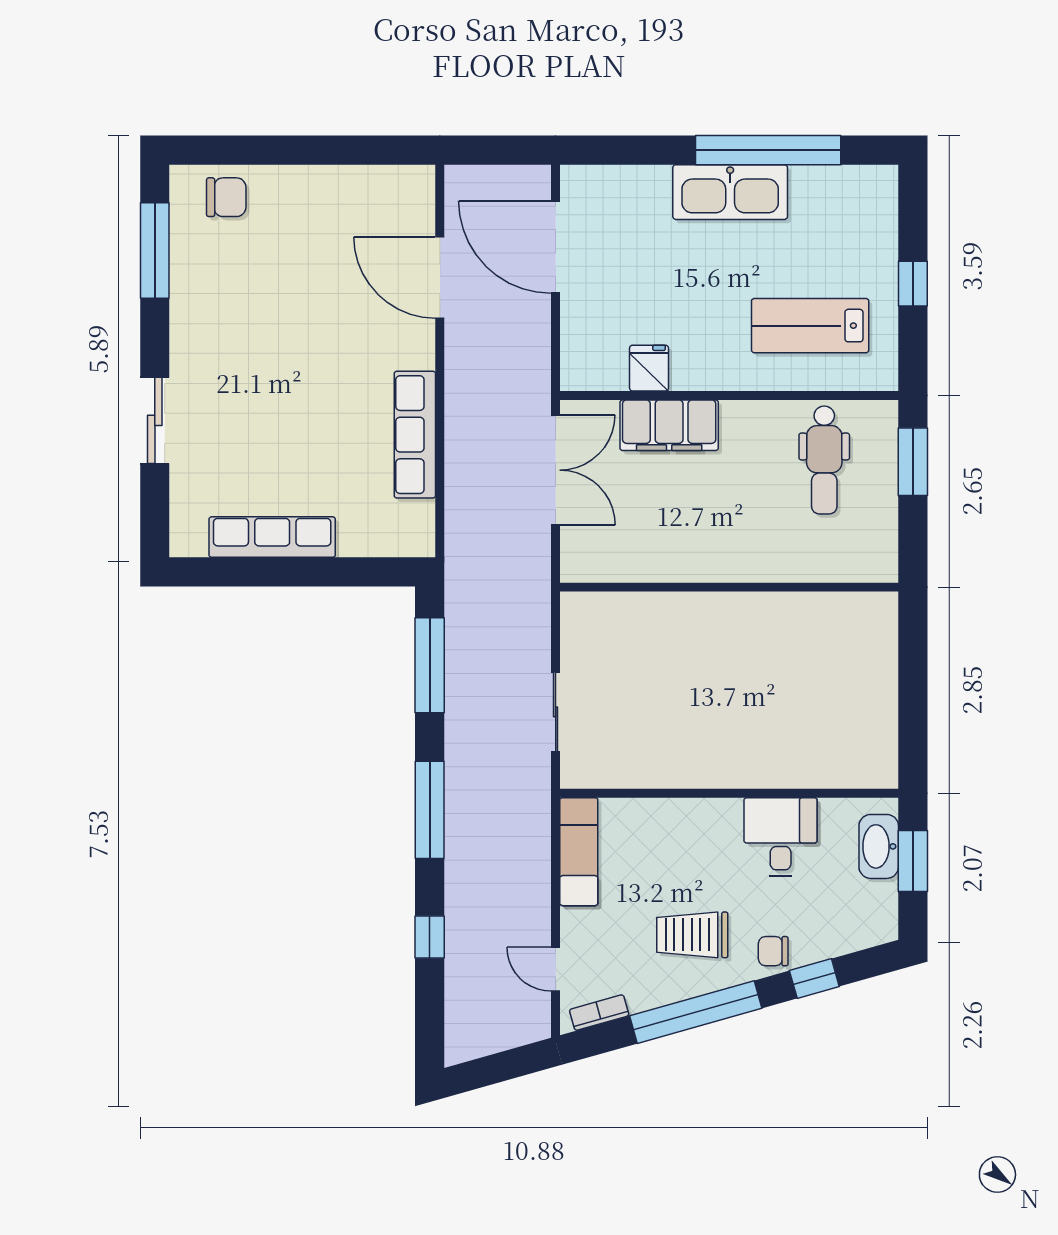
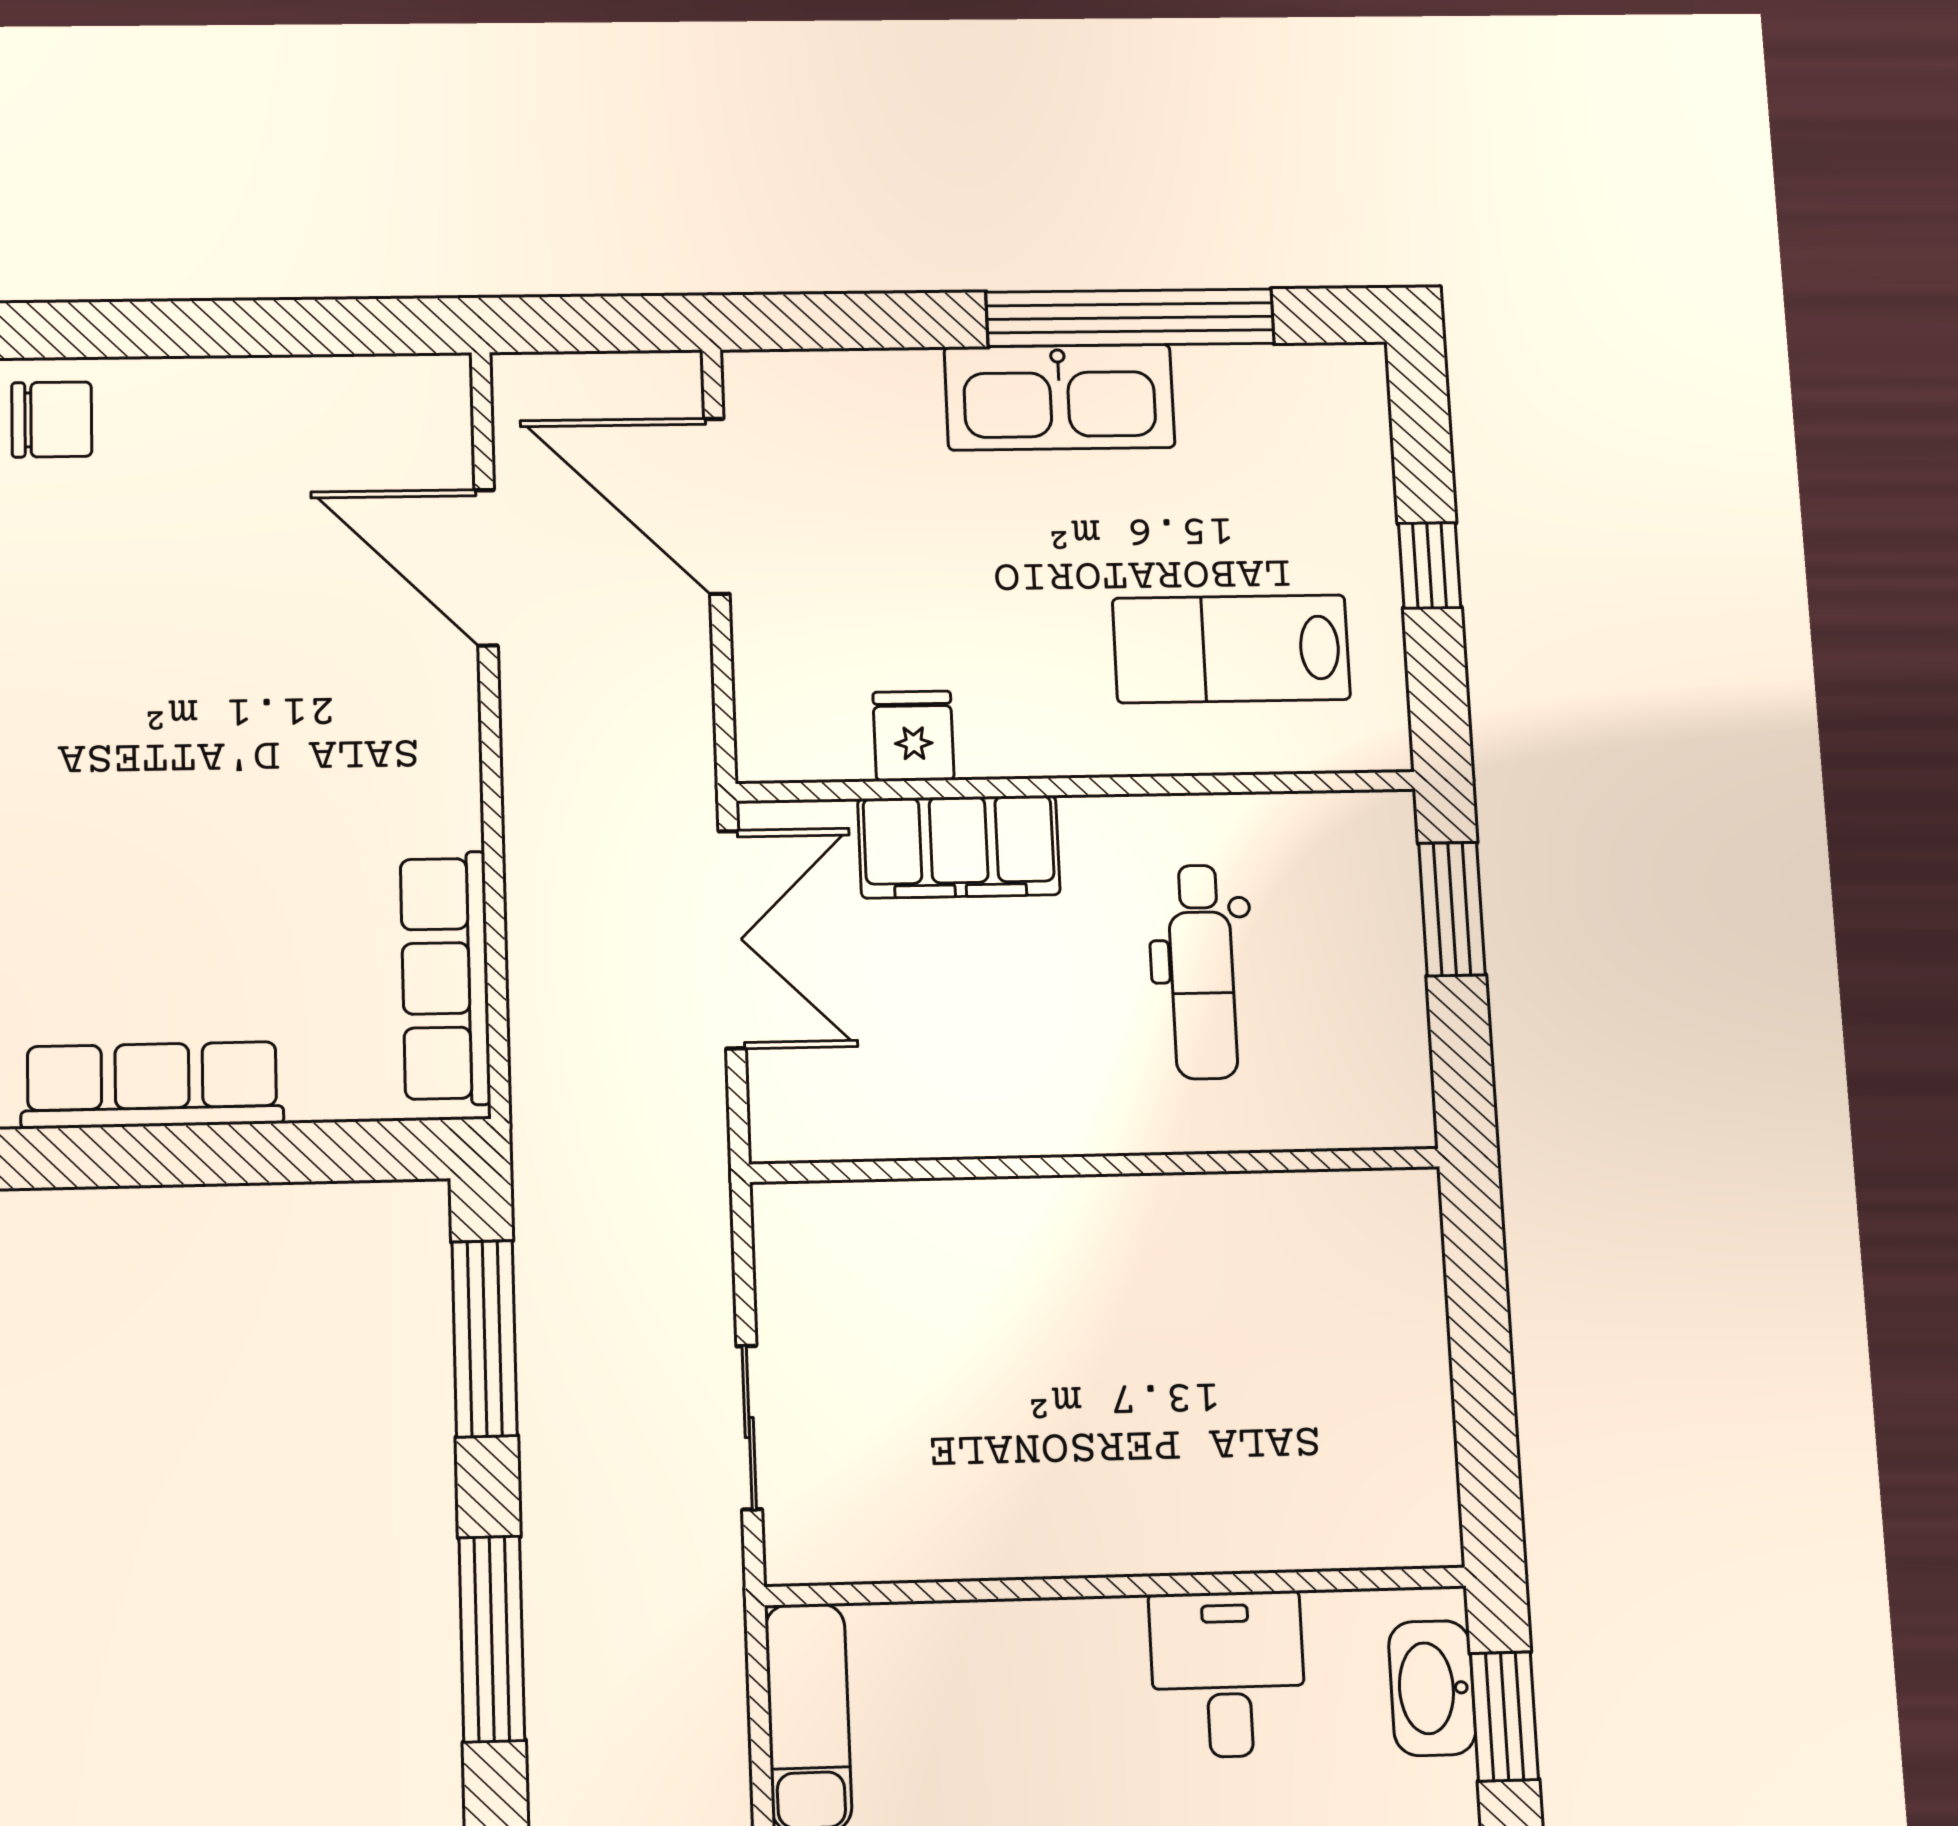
row of seats: (415, 435) -> (445, 978), moved
dental chair: (824, 460) -> (1202, 972), moved

